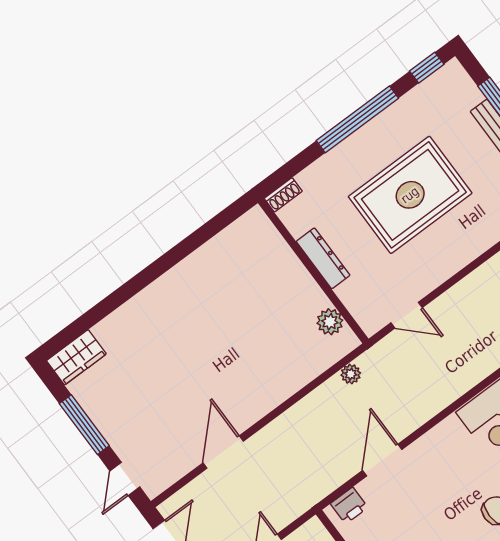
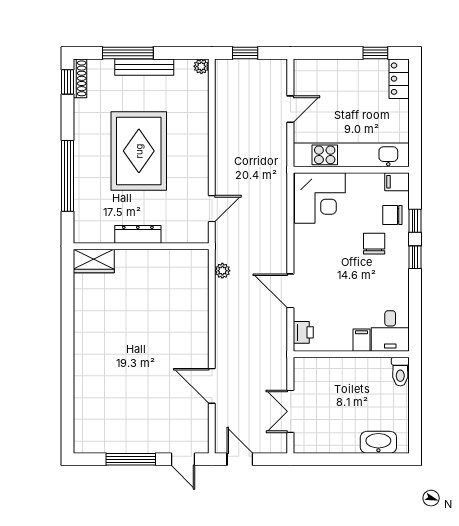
window: (357, 119) -> (68, 176), moved
shoe rack: (283, 195) -> (80, 78), moved, width x1.43
plant: (330, 322) -> (180, 259), removed
wardrobe: (76, 357) -> (94, 261), moved, turned 90

